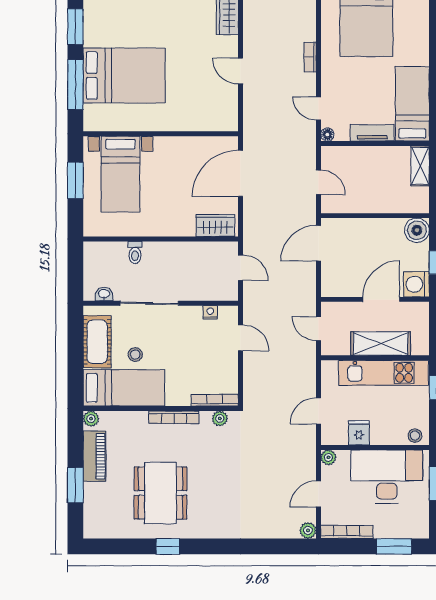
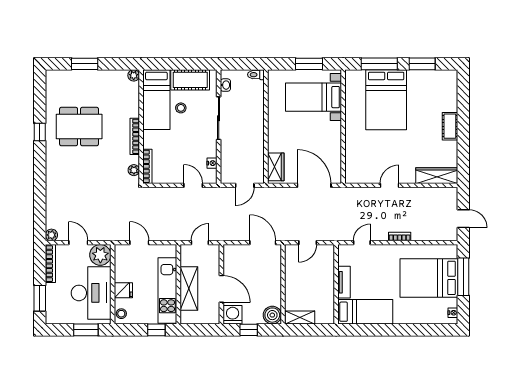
floor lamp: (327, 135) -> (343, 249), removed
shelving: (420, 166) -> (300, 317), moved
toilet: (135, 253) -> (256, 75), moved
door: (241, 338) -> (193, 185), swing flipped
fridge: (359, 433) -> (123, 290), moved
piano: (94, 456) -> (106, 78), removed
plant: (328, 457) -> (100, 255), width x1.88, depth x1.88

